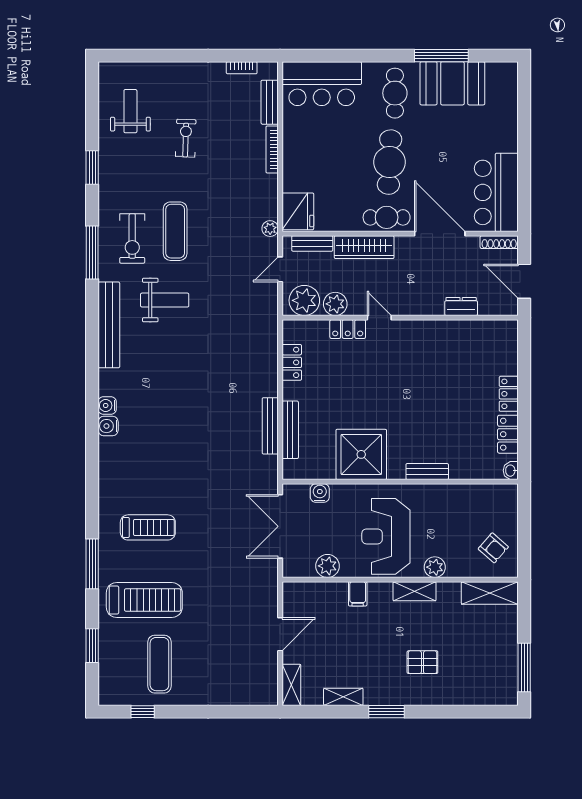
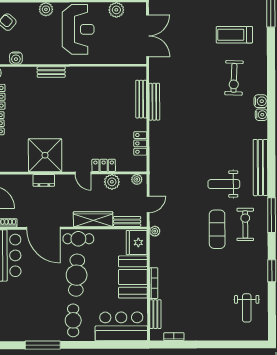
booth: (452, 83) -> (133, 277), moved, turned 90
exercise bike: (186, 138) -> (234, 78), moved, width x1.38, depth x1.39
plant: (304, 300) -> (137, 179), width x0.53, depth x0.53
dresser: (461, 307) -> (44, 180), moved
shower: (361, 454) -> (45, 155), moved
water cooler: (320, 493) -> (16, 58), moved

